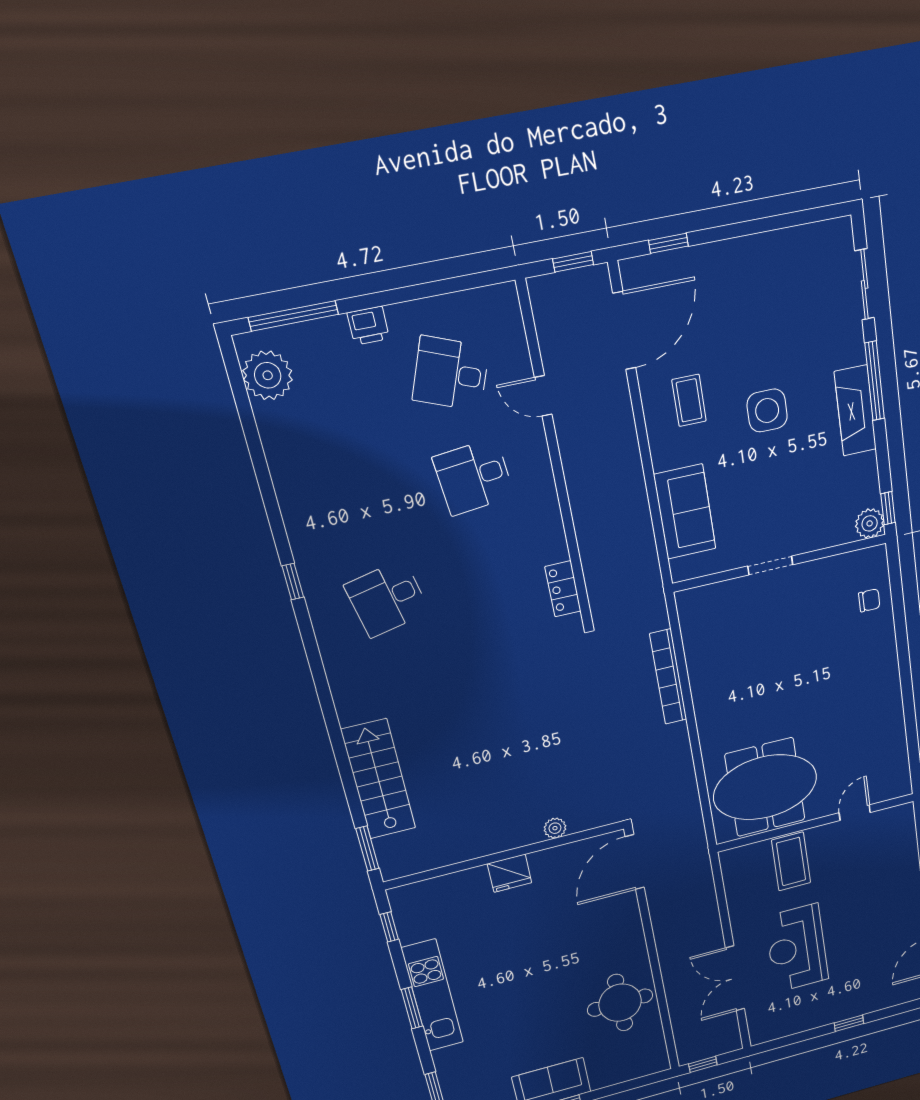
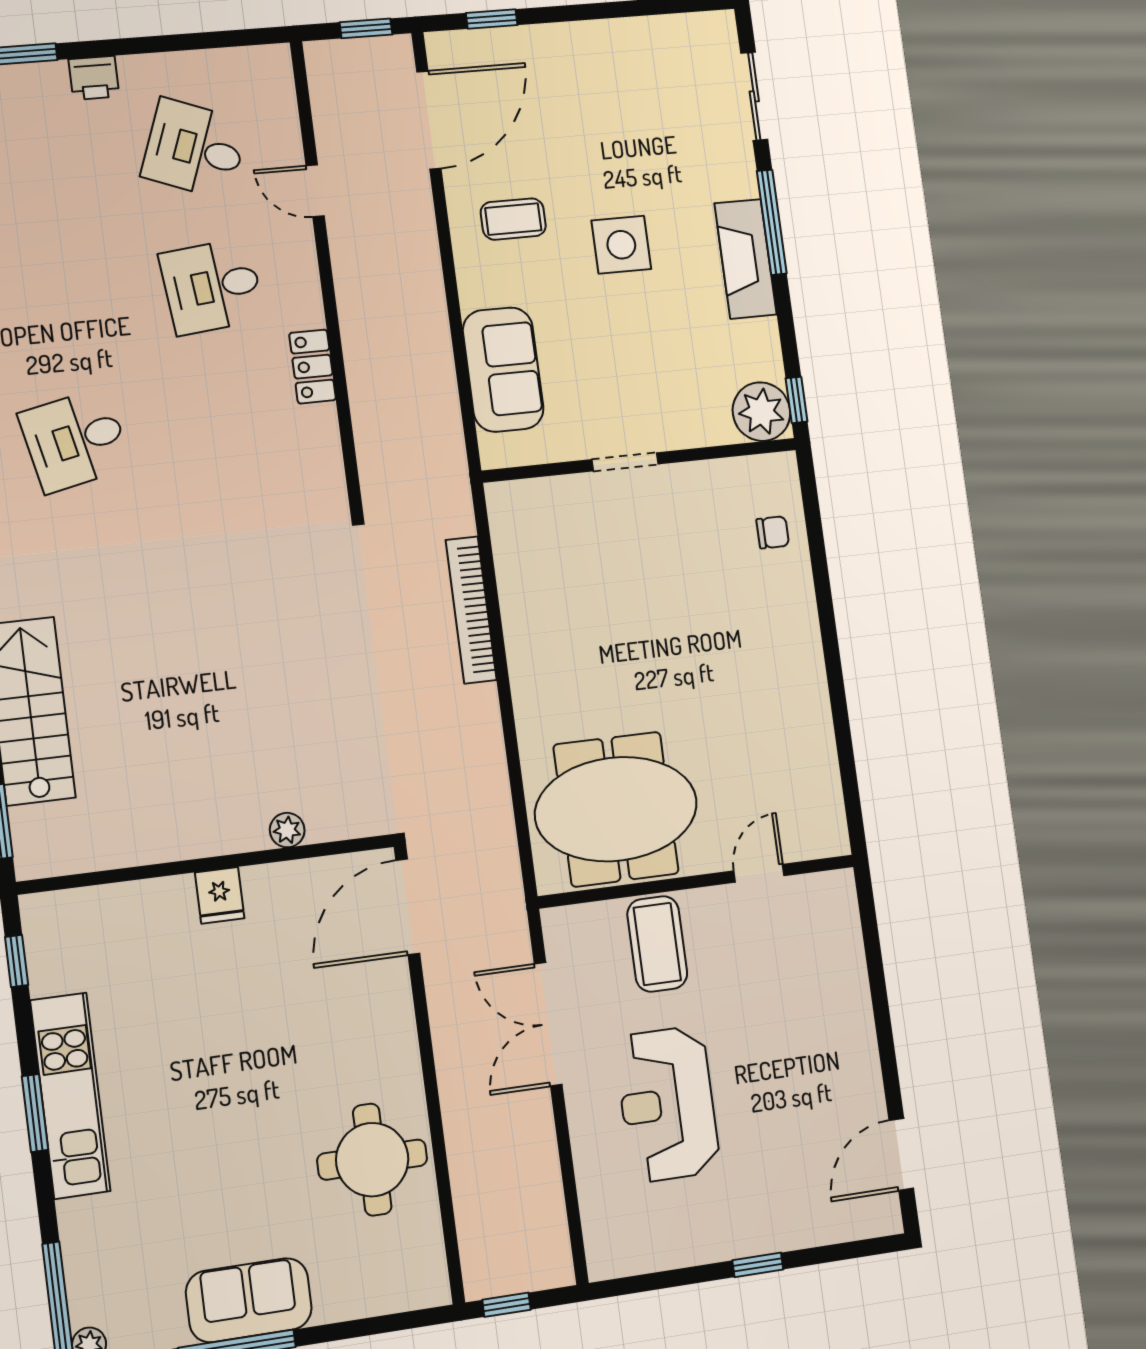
coffee table: (689, 400) -> (513, 219), turned 90
plant: (870, 523) -> (761, 412), width x1.36, depth x1.36
locker: (563, 589) -> (312, 367), moved
fridge: (510, 873) -> (220, 895), width x0.72
double door: (735, 978) -> (548, 1024), moved

